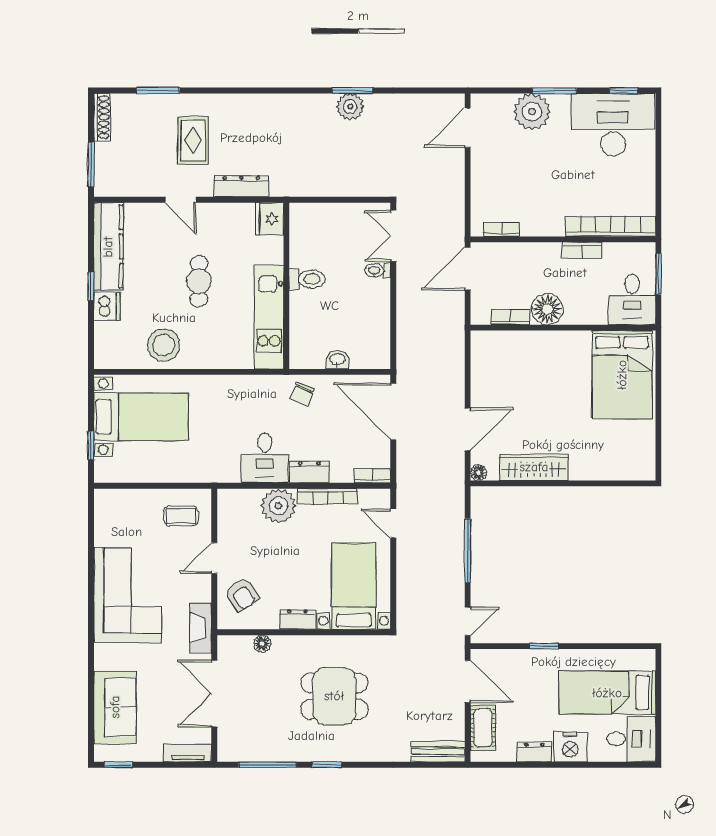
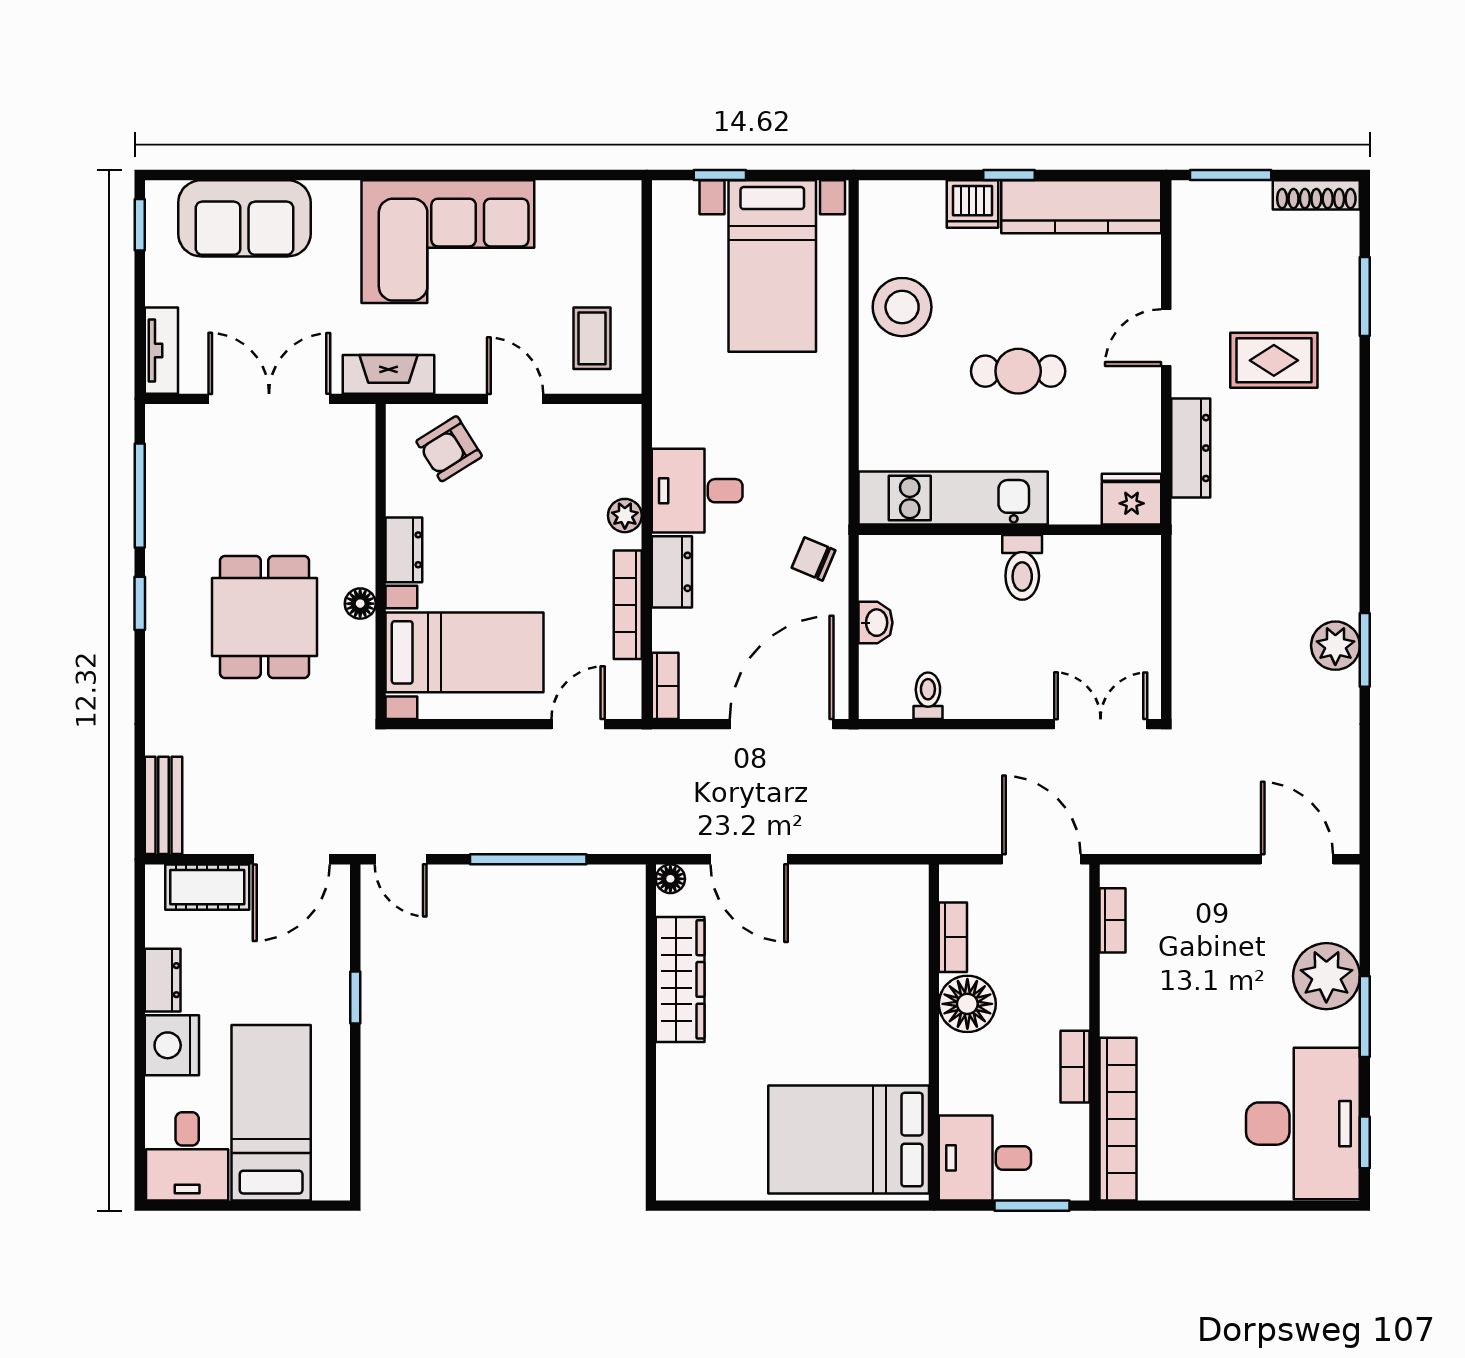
toilet: (378, 270) -> (928, 696), moved
plant: (278, 506) -> (625, 516), width x0.53, depth x0.53
floor lamp: (262, 643) -> (360, 604), moved

